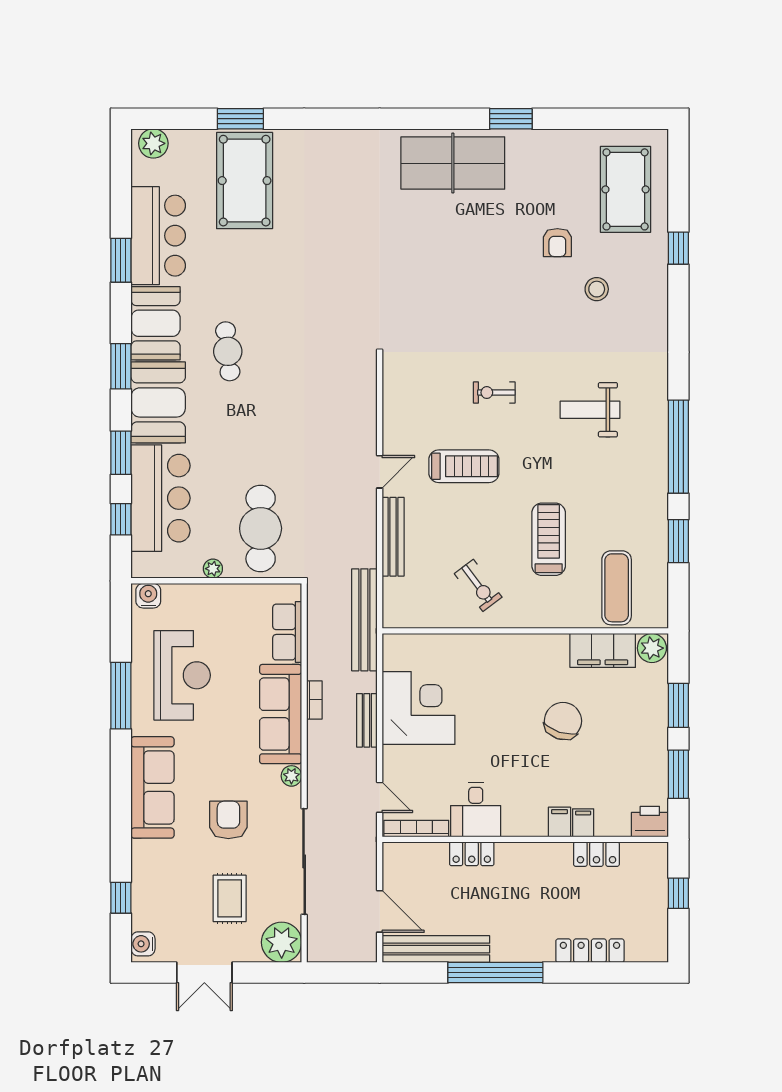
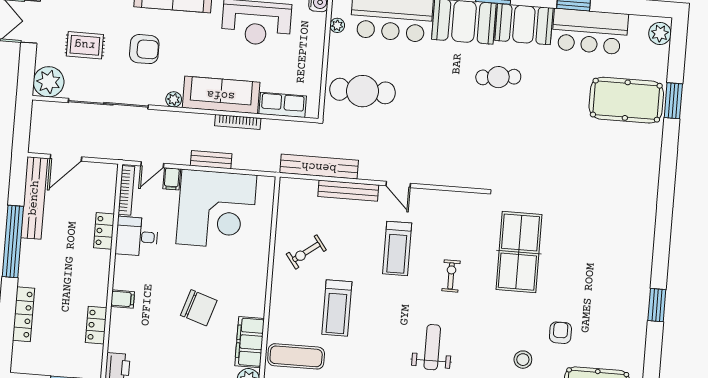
table tennis table: (453, 163) -> (519, 252), moved
armchair: (557, 243) -> (560, 333), turned 90
treadmill: (549, 539) -> (337, 308), turned 90
plant: (213, 569) -> (337, 25), moved
bench: (364, 620) -> (319, 167), moved
bookcase: (314, 700) -> (238, 122), width x1.56
corner desk: (419, 708) -> (216, 209), width x1.36, depth x1.36
filing cabinet: (583, 823) -> (172, 179), moved, turned 90

